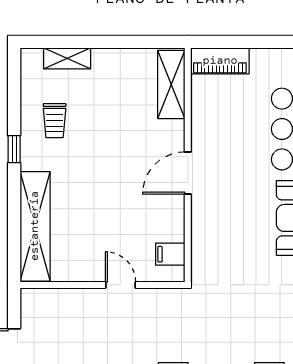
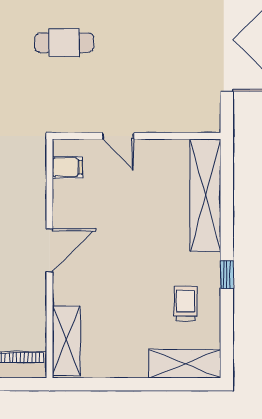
shelving: (67, 58) -> (185, 364), width x1.50, depth x1.33

